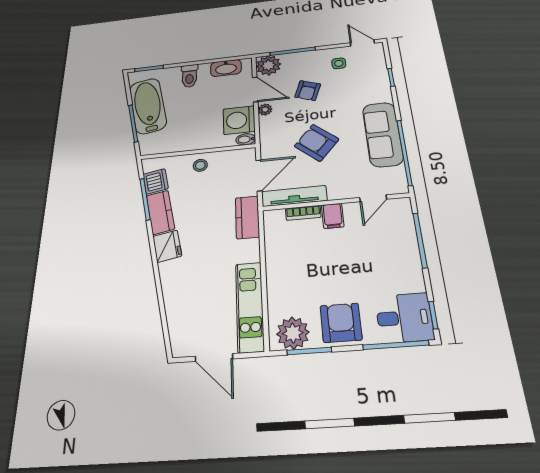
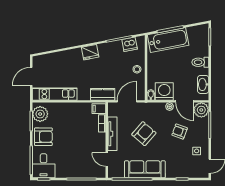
door: (255, 89) -> (185, 101), hinge flipped
bathtub: (148, 106) -> (168, 40), moved
door: (259, 175) -> (127, 101), swing flipped
tv unit: (294, 196) -> (112, 134), moved
kitchen counter: (160, 212) -> (110, 48), removed
filing cabinet: (333, 216) -> (99, 109), moved

